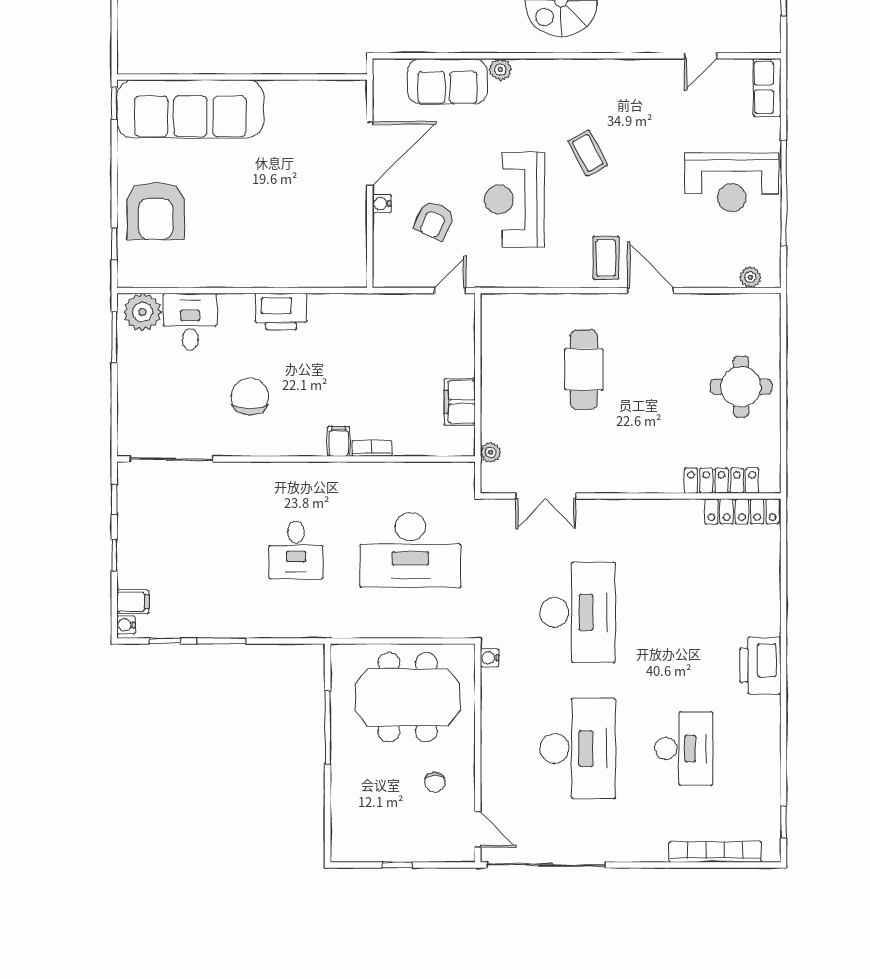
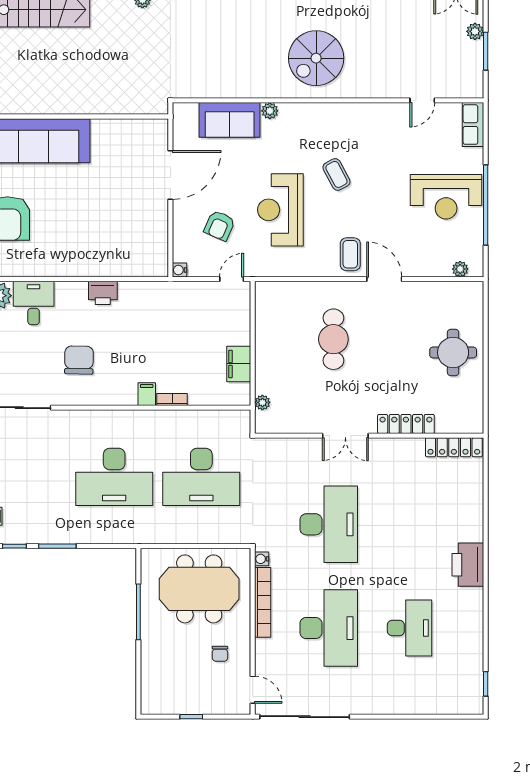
water cooler: (382, 203) -> (179, 270), moved
printer: (281, 311) -> (103, 293), width x0.73, depth x0.84
locker: (722, 481) -> (406, 424), moved
double door: (546, 496) -> (345, 436), moved
desk: (296, 550) -> (114, 477), width x1.87, depth x1.30
bookcase: (715, 852) -> (263, 602), moved, turned 90

